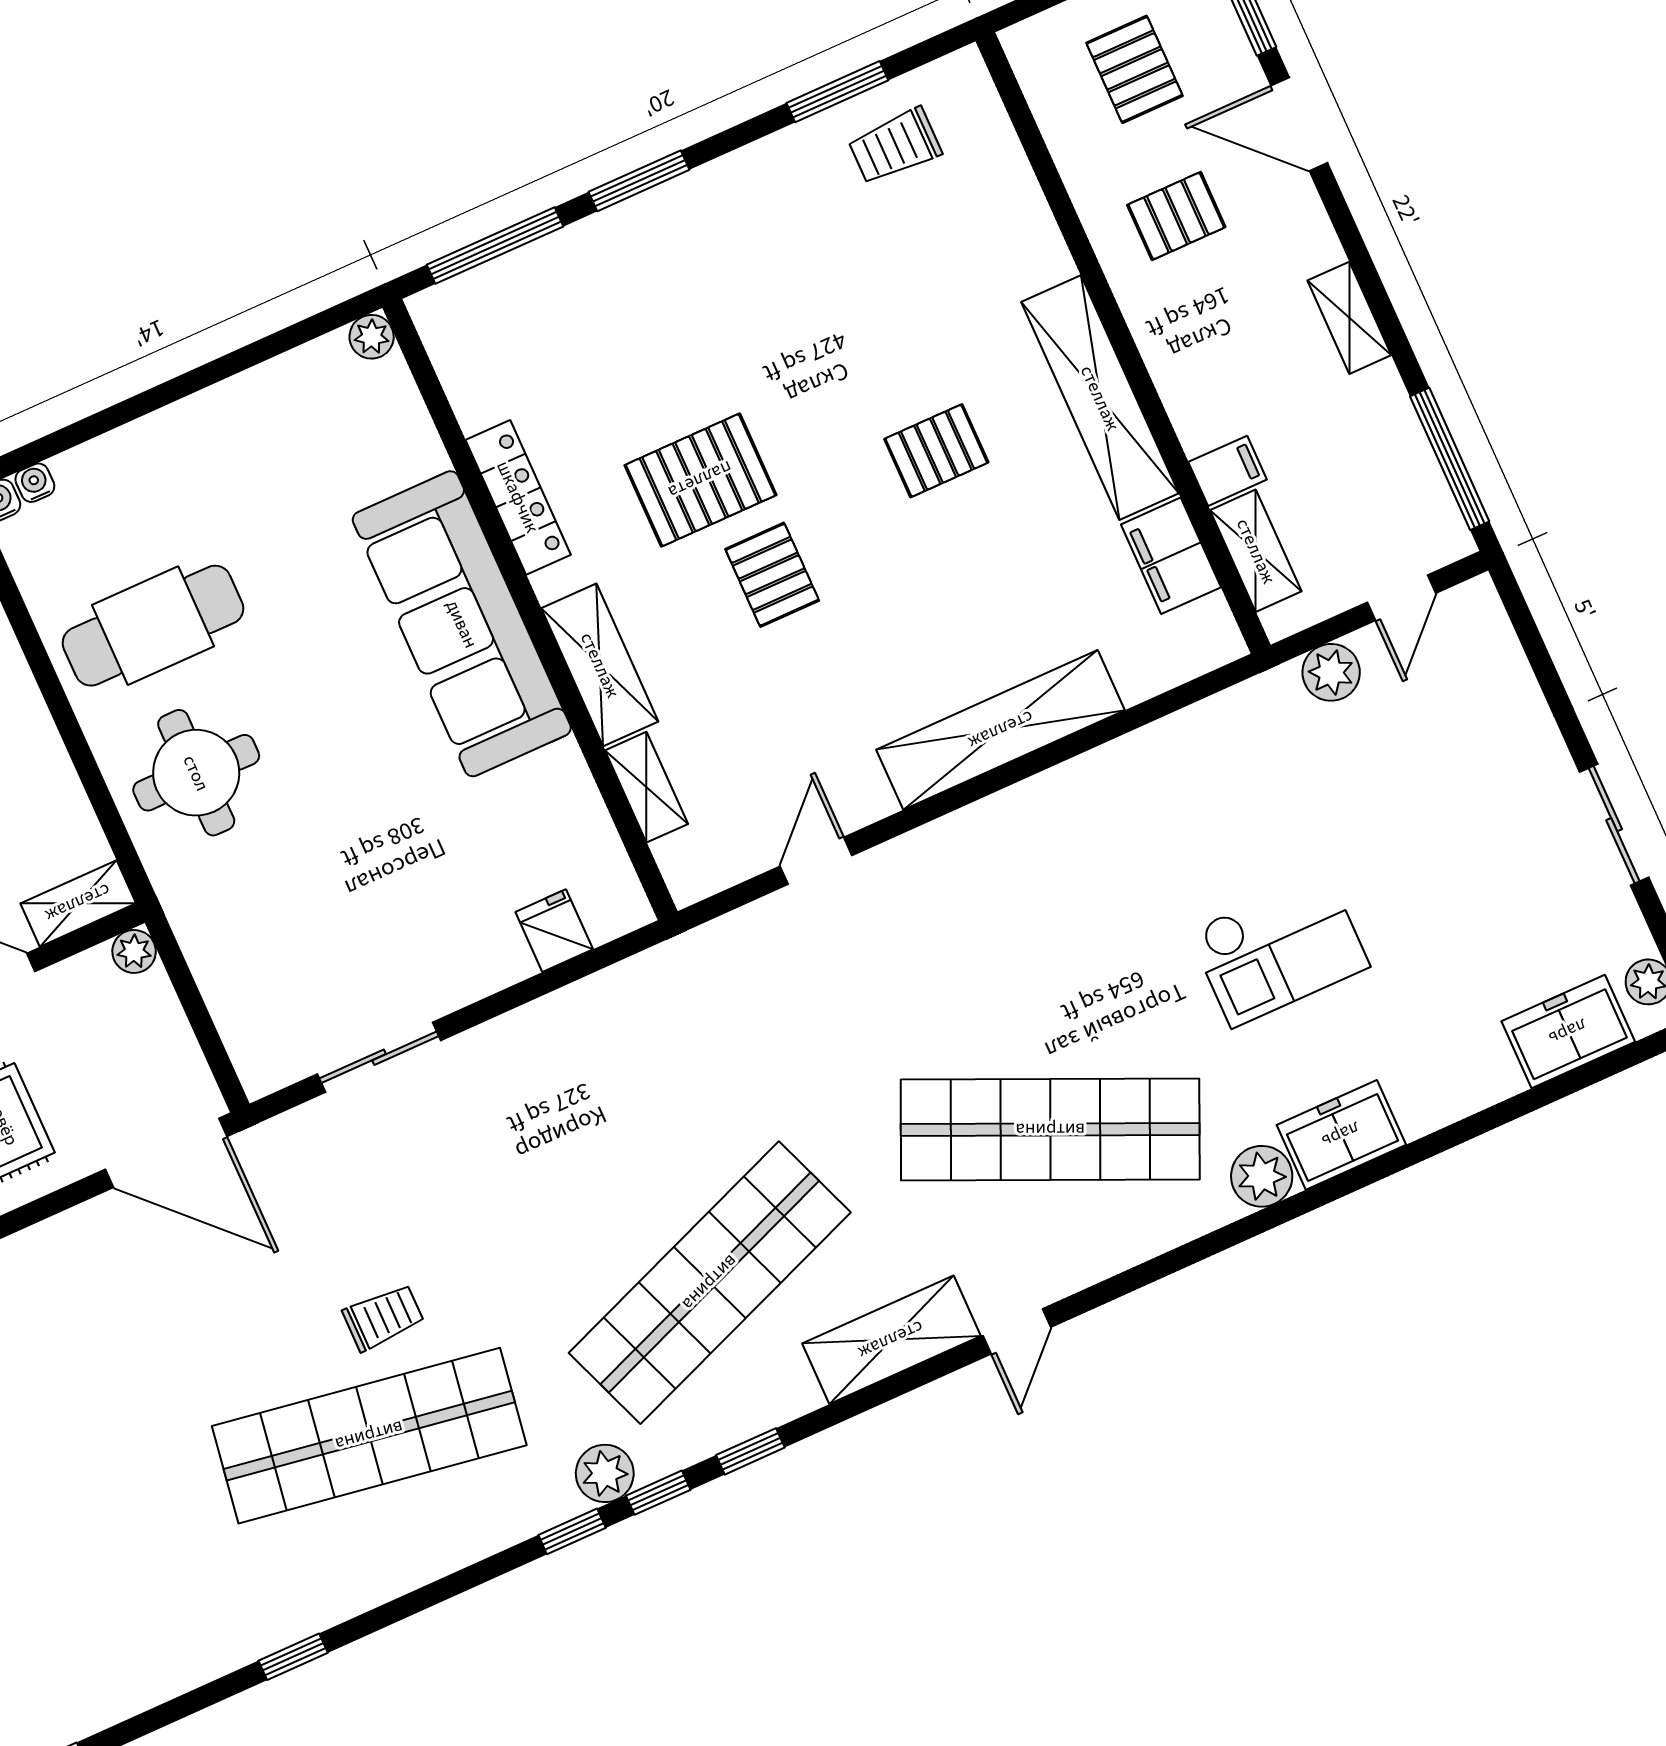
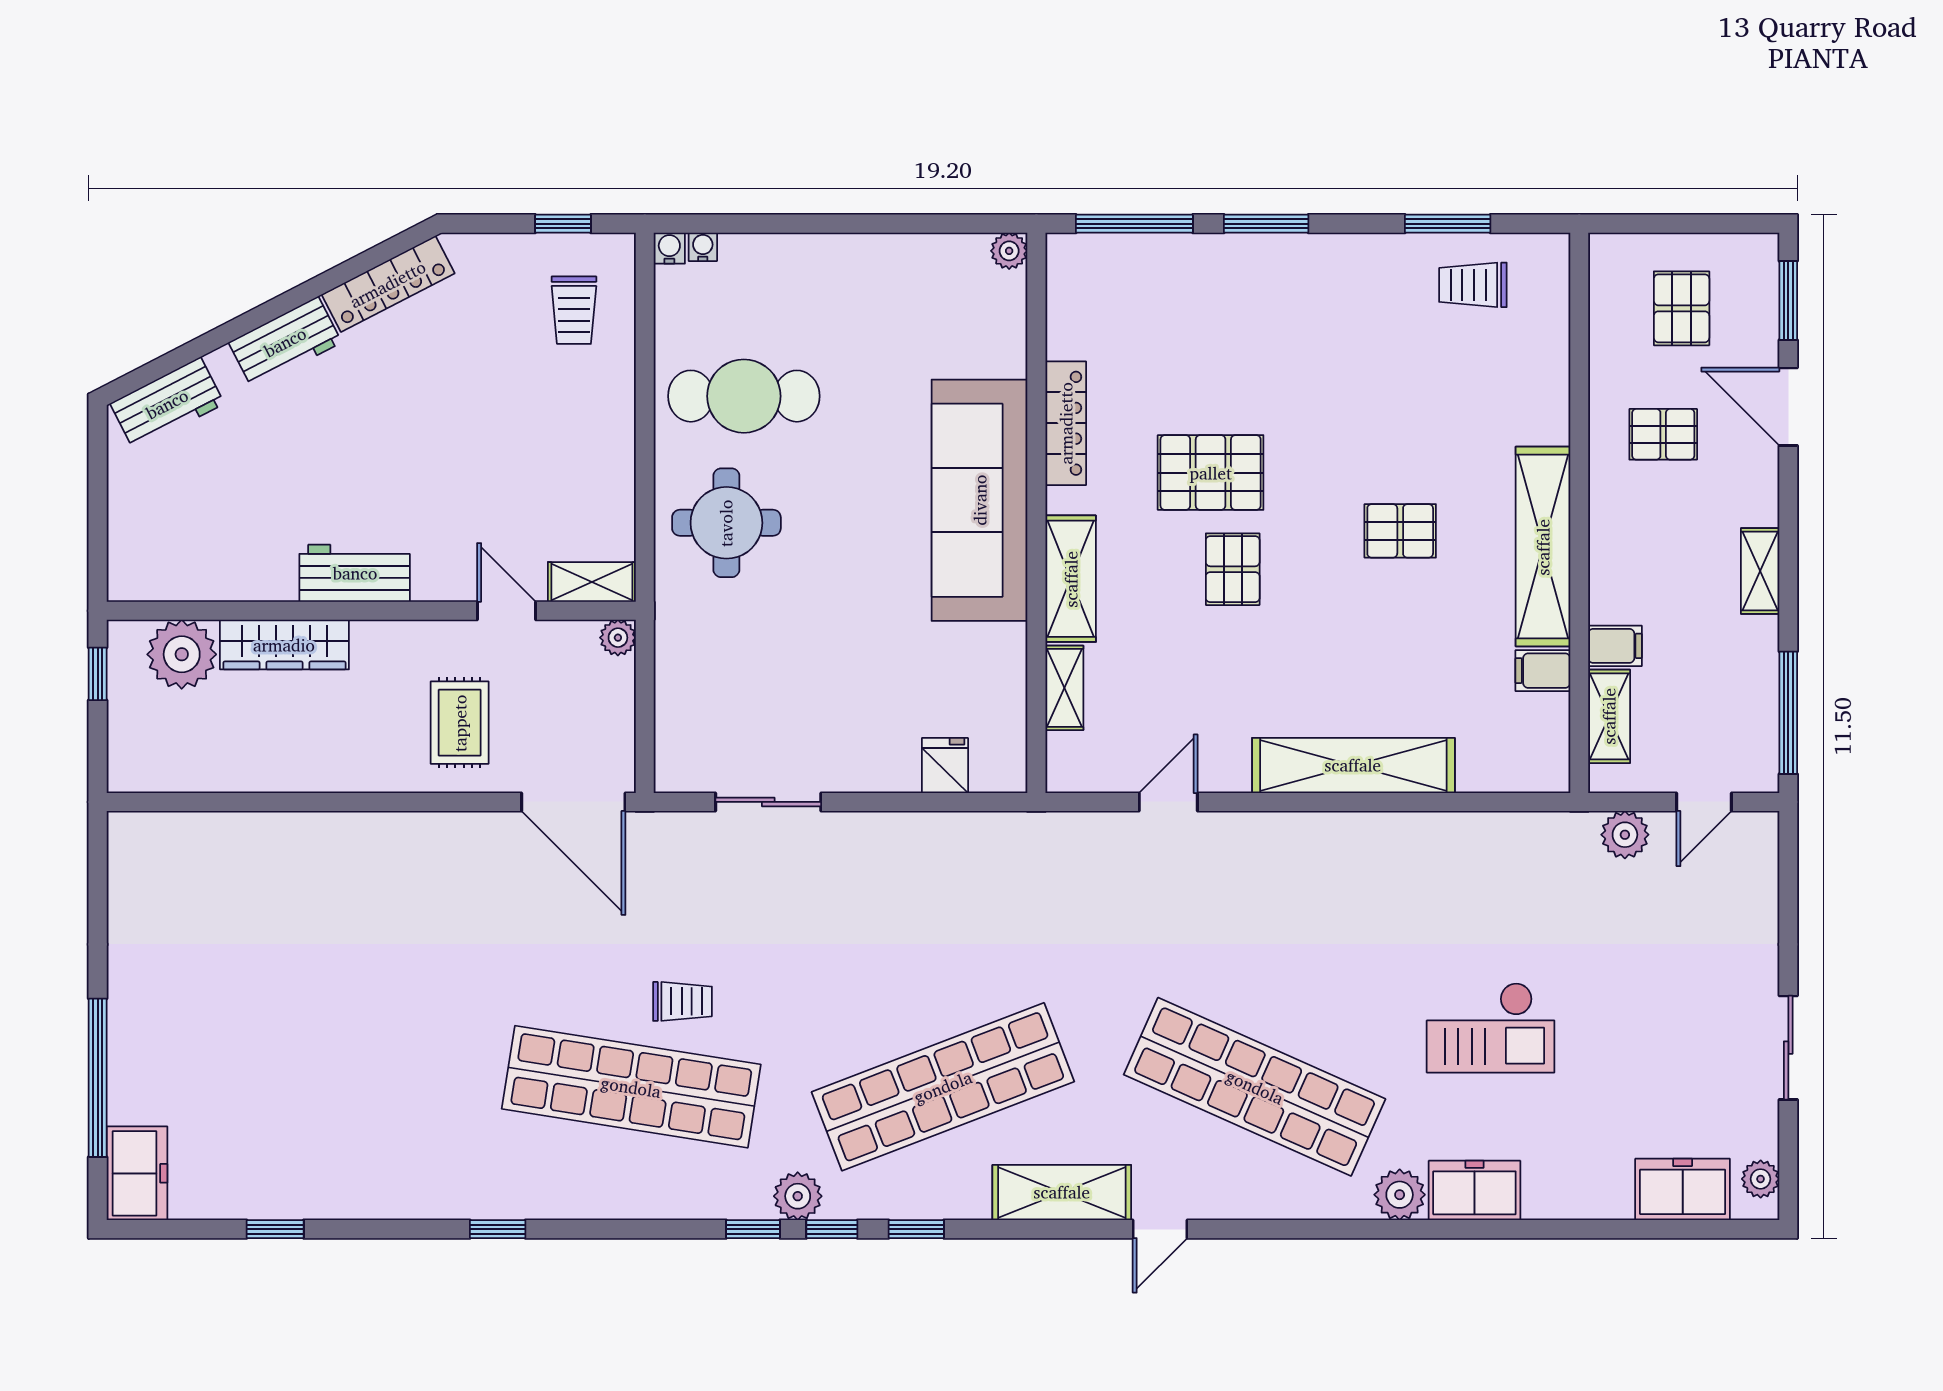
filing cabinet: (1171, 556) -> (1543, 671), width x0.50

